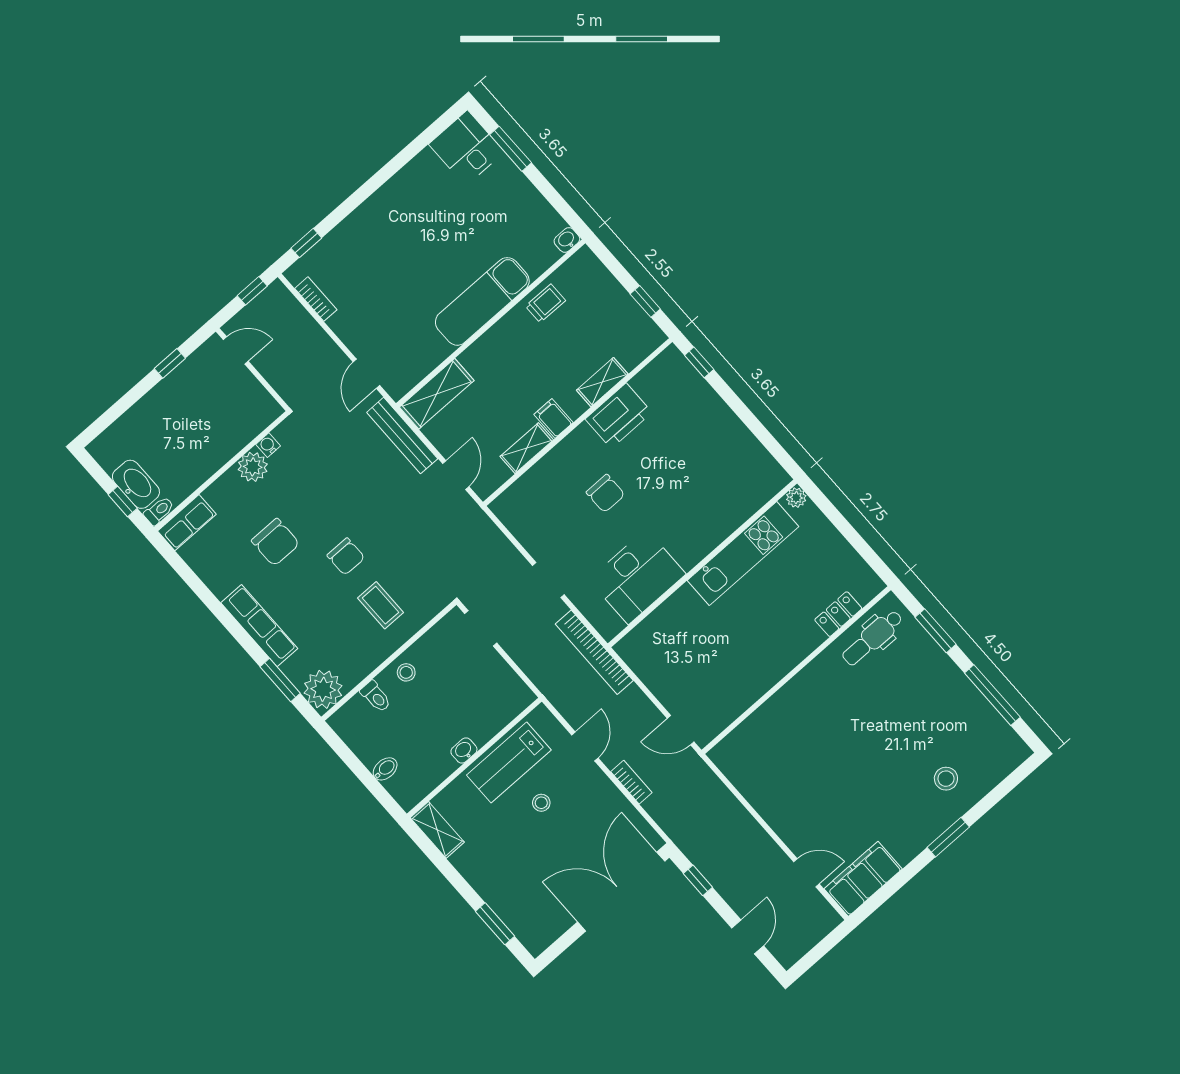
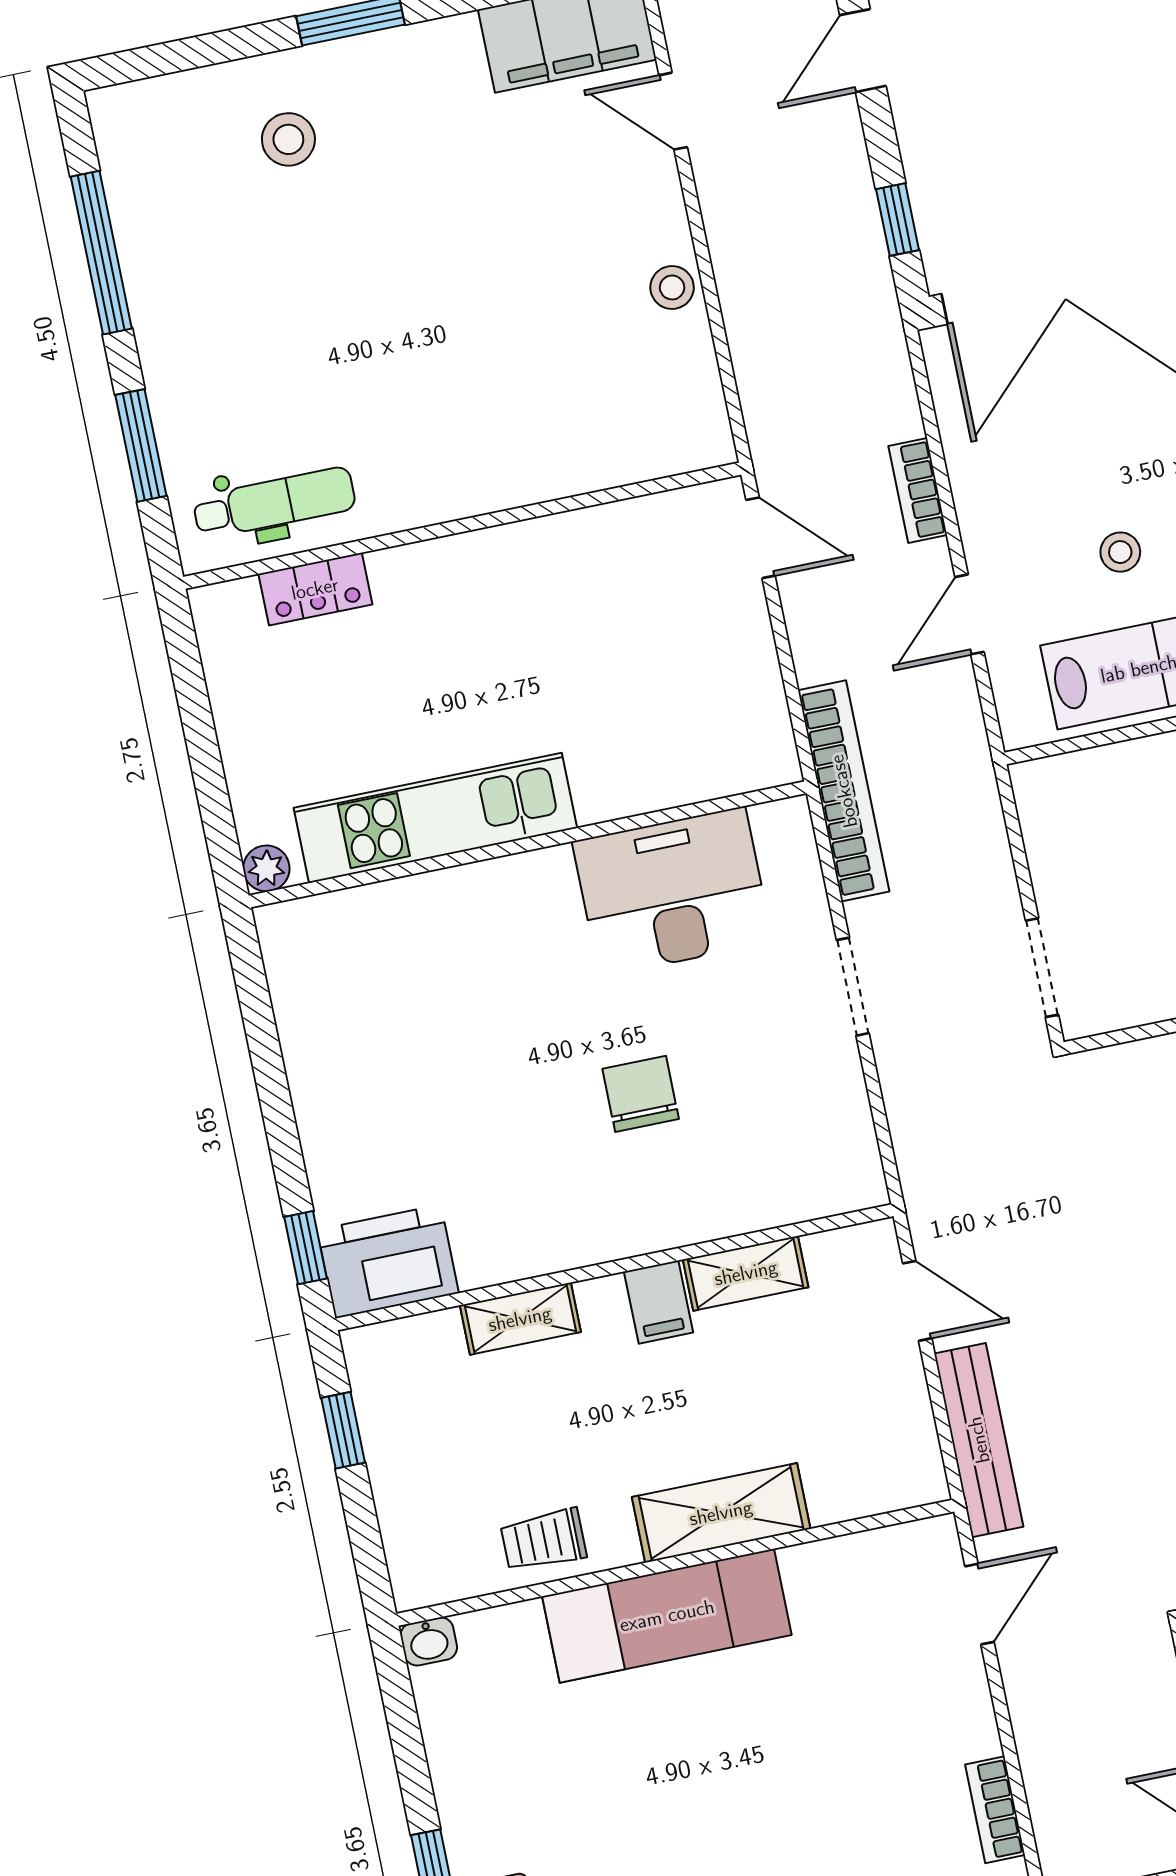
shelving: (437, 394) -> (721, 1513), moved
printer: (619, 416) -> (388, 1261), moved
door: (456, 475) -> (917, 1301), swing flipped
stool: (769, 806) -> (672, 287), added

